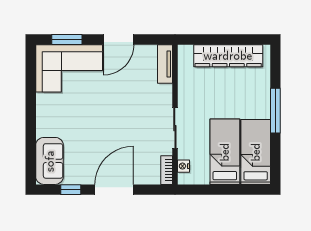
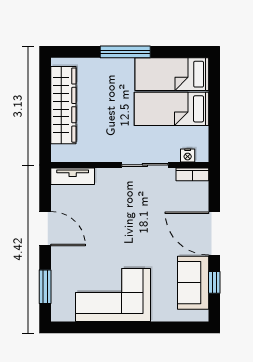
corner sofa: (69, 68) -> (113, 295), moved, turned -90
sofa: (50, 161) -> (193, 283), moved, turned -90

